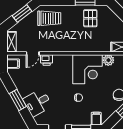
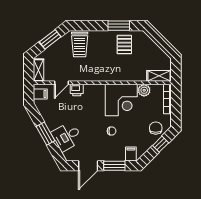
trolley: (49, 18) -> (80, 45), turned 90

